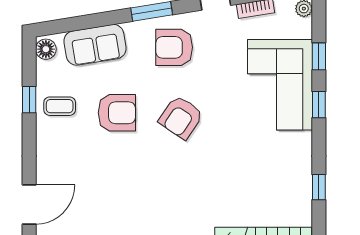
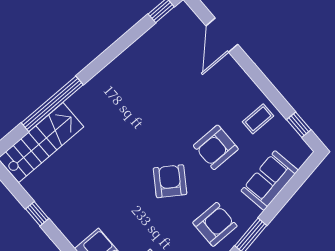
floor lamp: (46, 49) -> (300, 149), removed
window: (29, 100) -> (299, 125), moved

